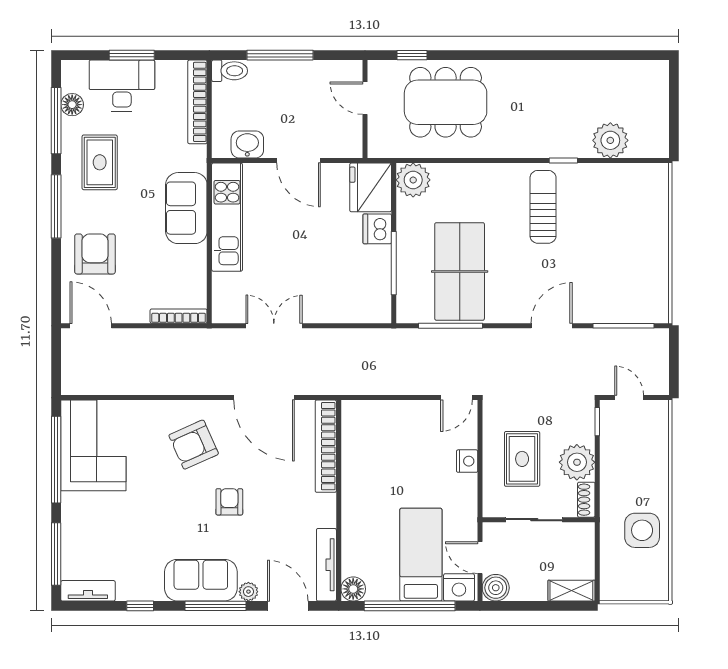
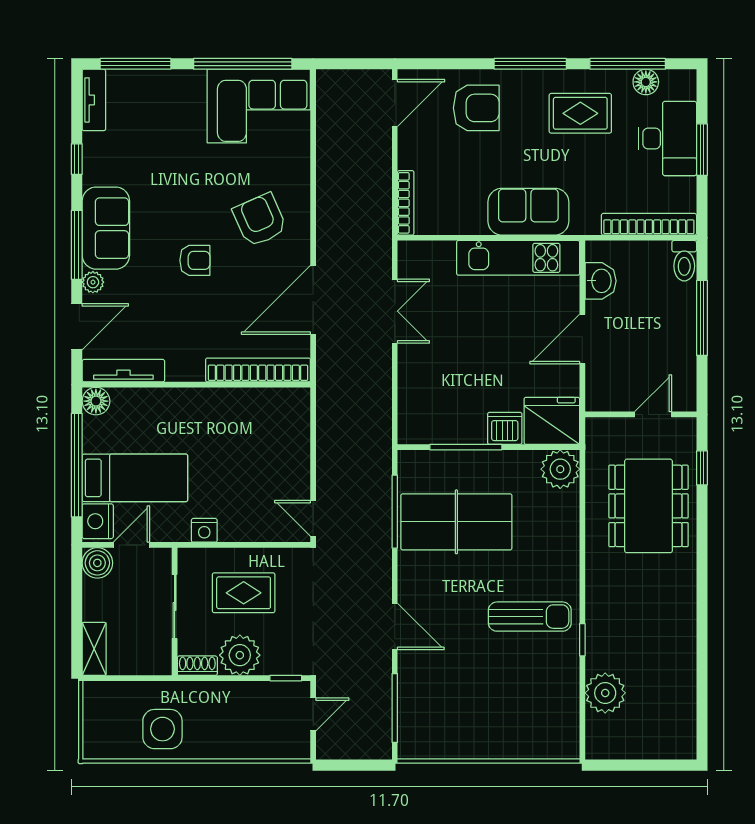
nightstand: (467, 461) -> (204, 530), moved

